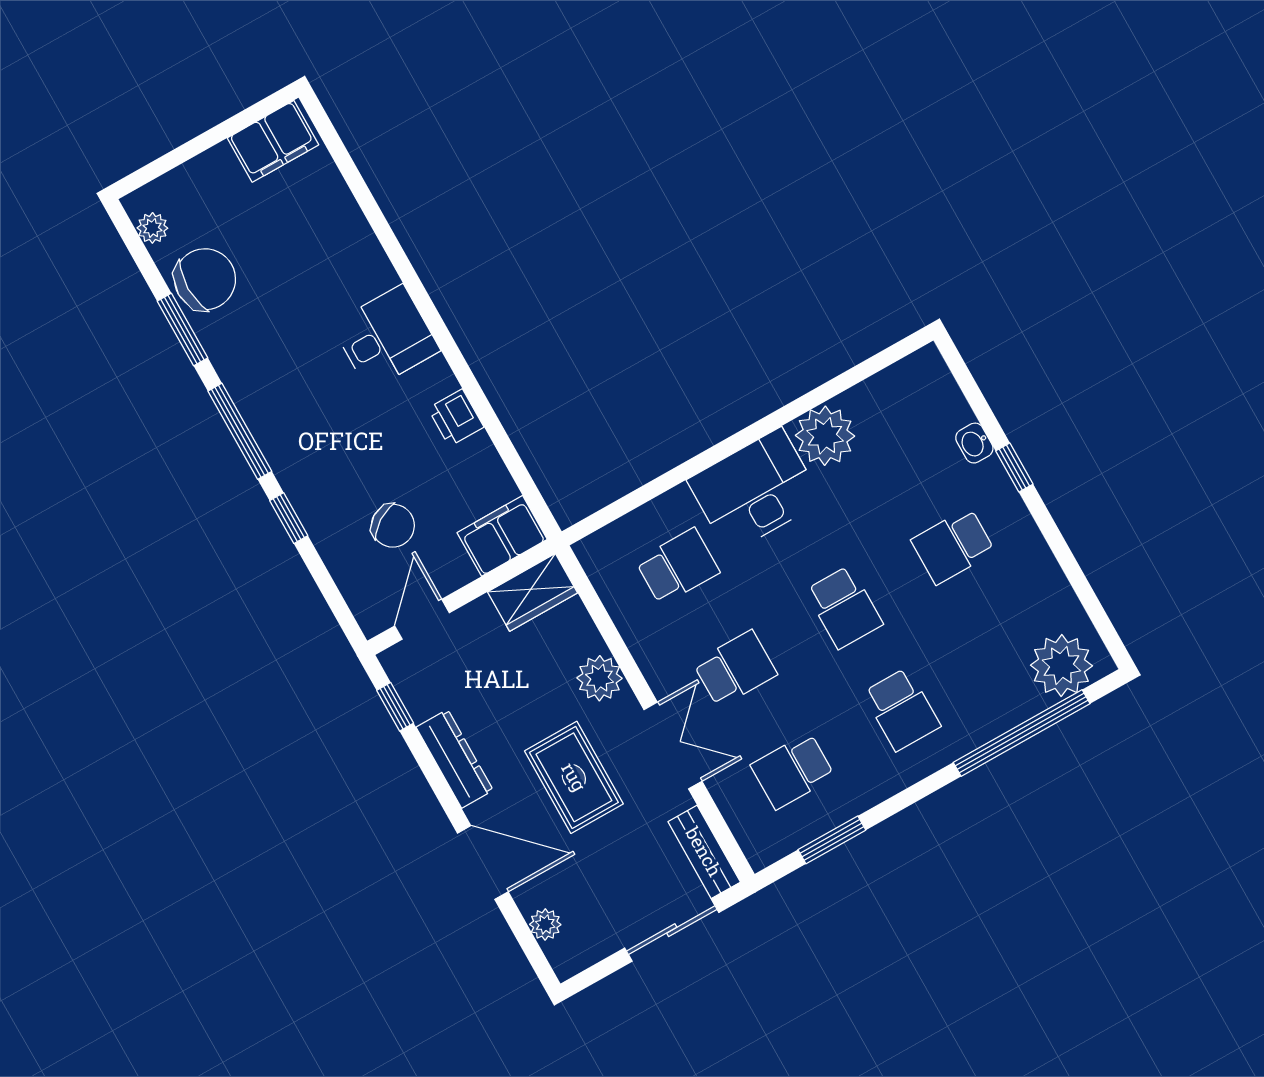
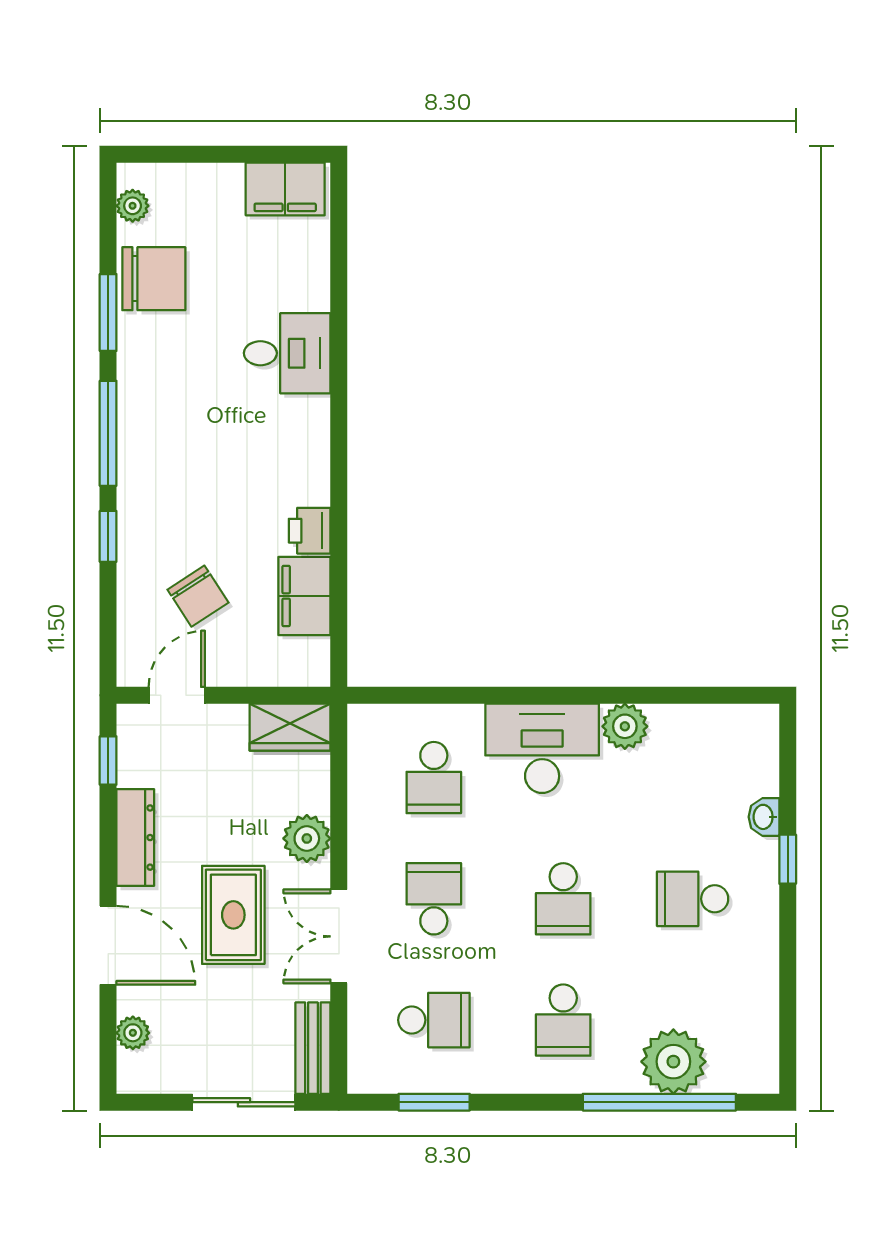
desk: (386, 337) -> (287, 353), moved
plant: (825, 436) -> (625, 726), width x0.73, depth x0.73
filing cabinet: (502, 536) -> (304, 596), moved, turned -90
school desk: (678, 567) -> (434, 778), turned 90
plant: (1061, 665) -> (673, 1062), moved
school desk: (735, 669) -> (434, 899), turned -90
double door: (673, 746) -> (339, 936), swing flipped
school desk: (793, 771) -> (434, 1020), turned 180

